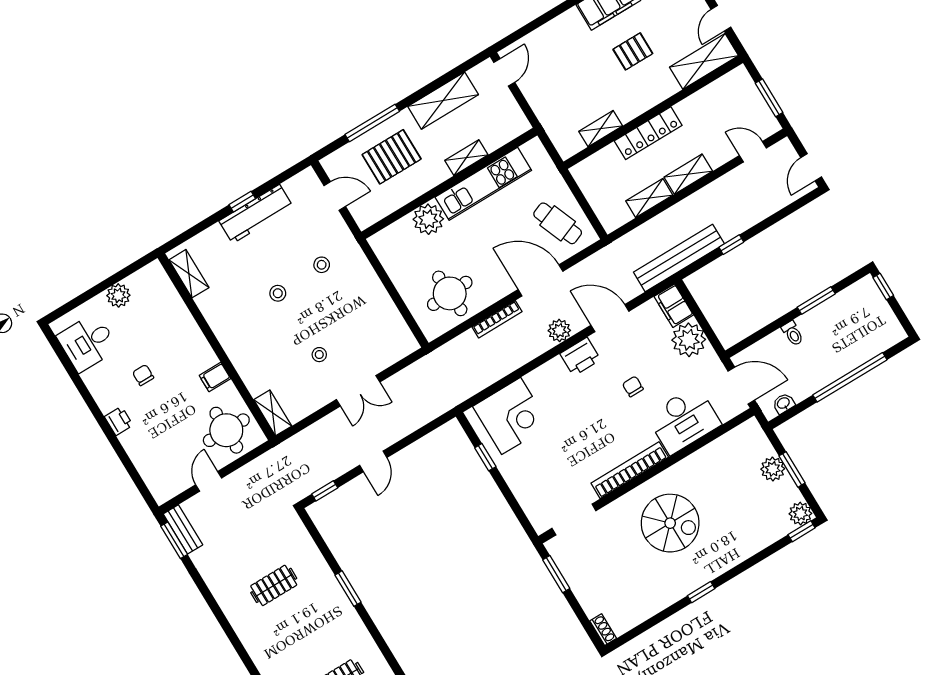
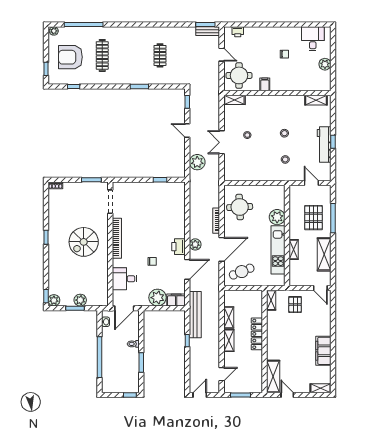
pallet: (633, 51) -> (295, 305), moved
shelving: (601, 129) -> (271, 300), moved
door: (811, 167) -> (200, 395), hinge flipped
door: (335, 196) -> (311, 183), swing flipped
plant: (417, 412) -> (197, 162), added
corner desk: (511, 416) -> (171, 202), removed
desk: (684, 420) -> (124, 279), width x0.73
printer: (119, 421) -> (238, 32), moved

